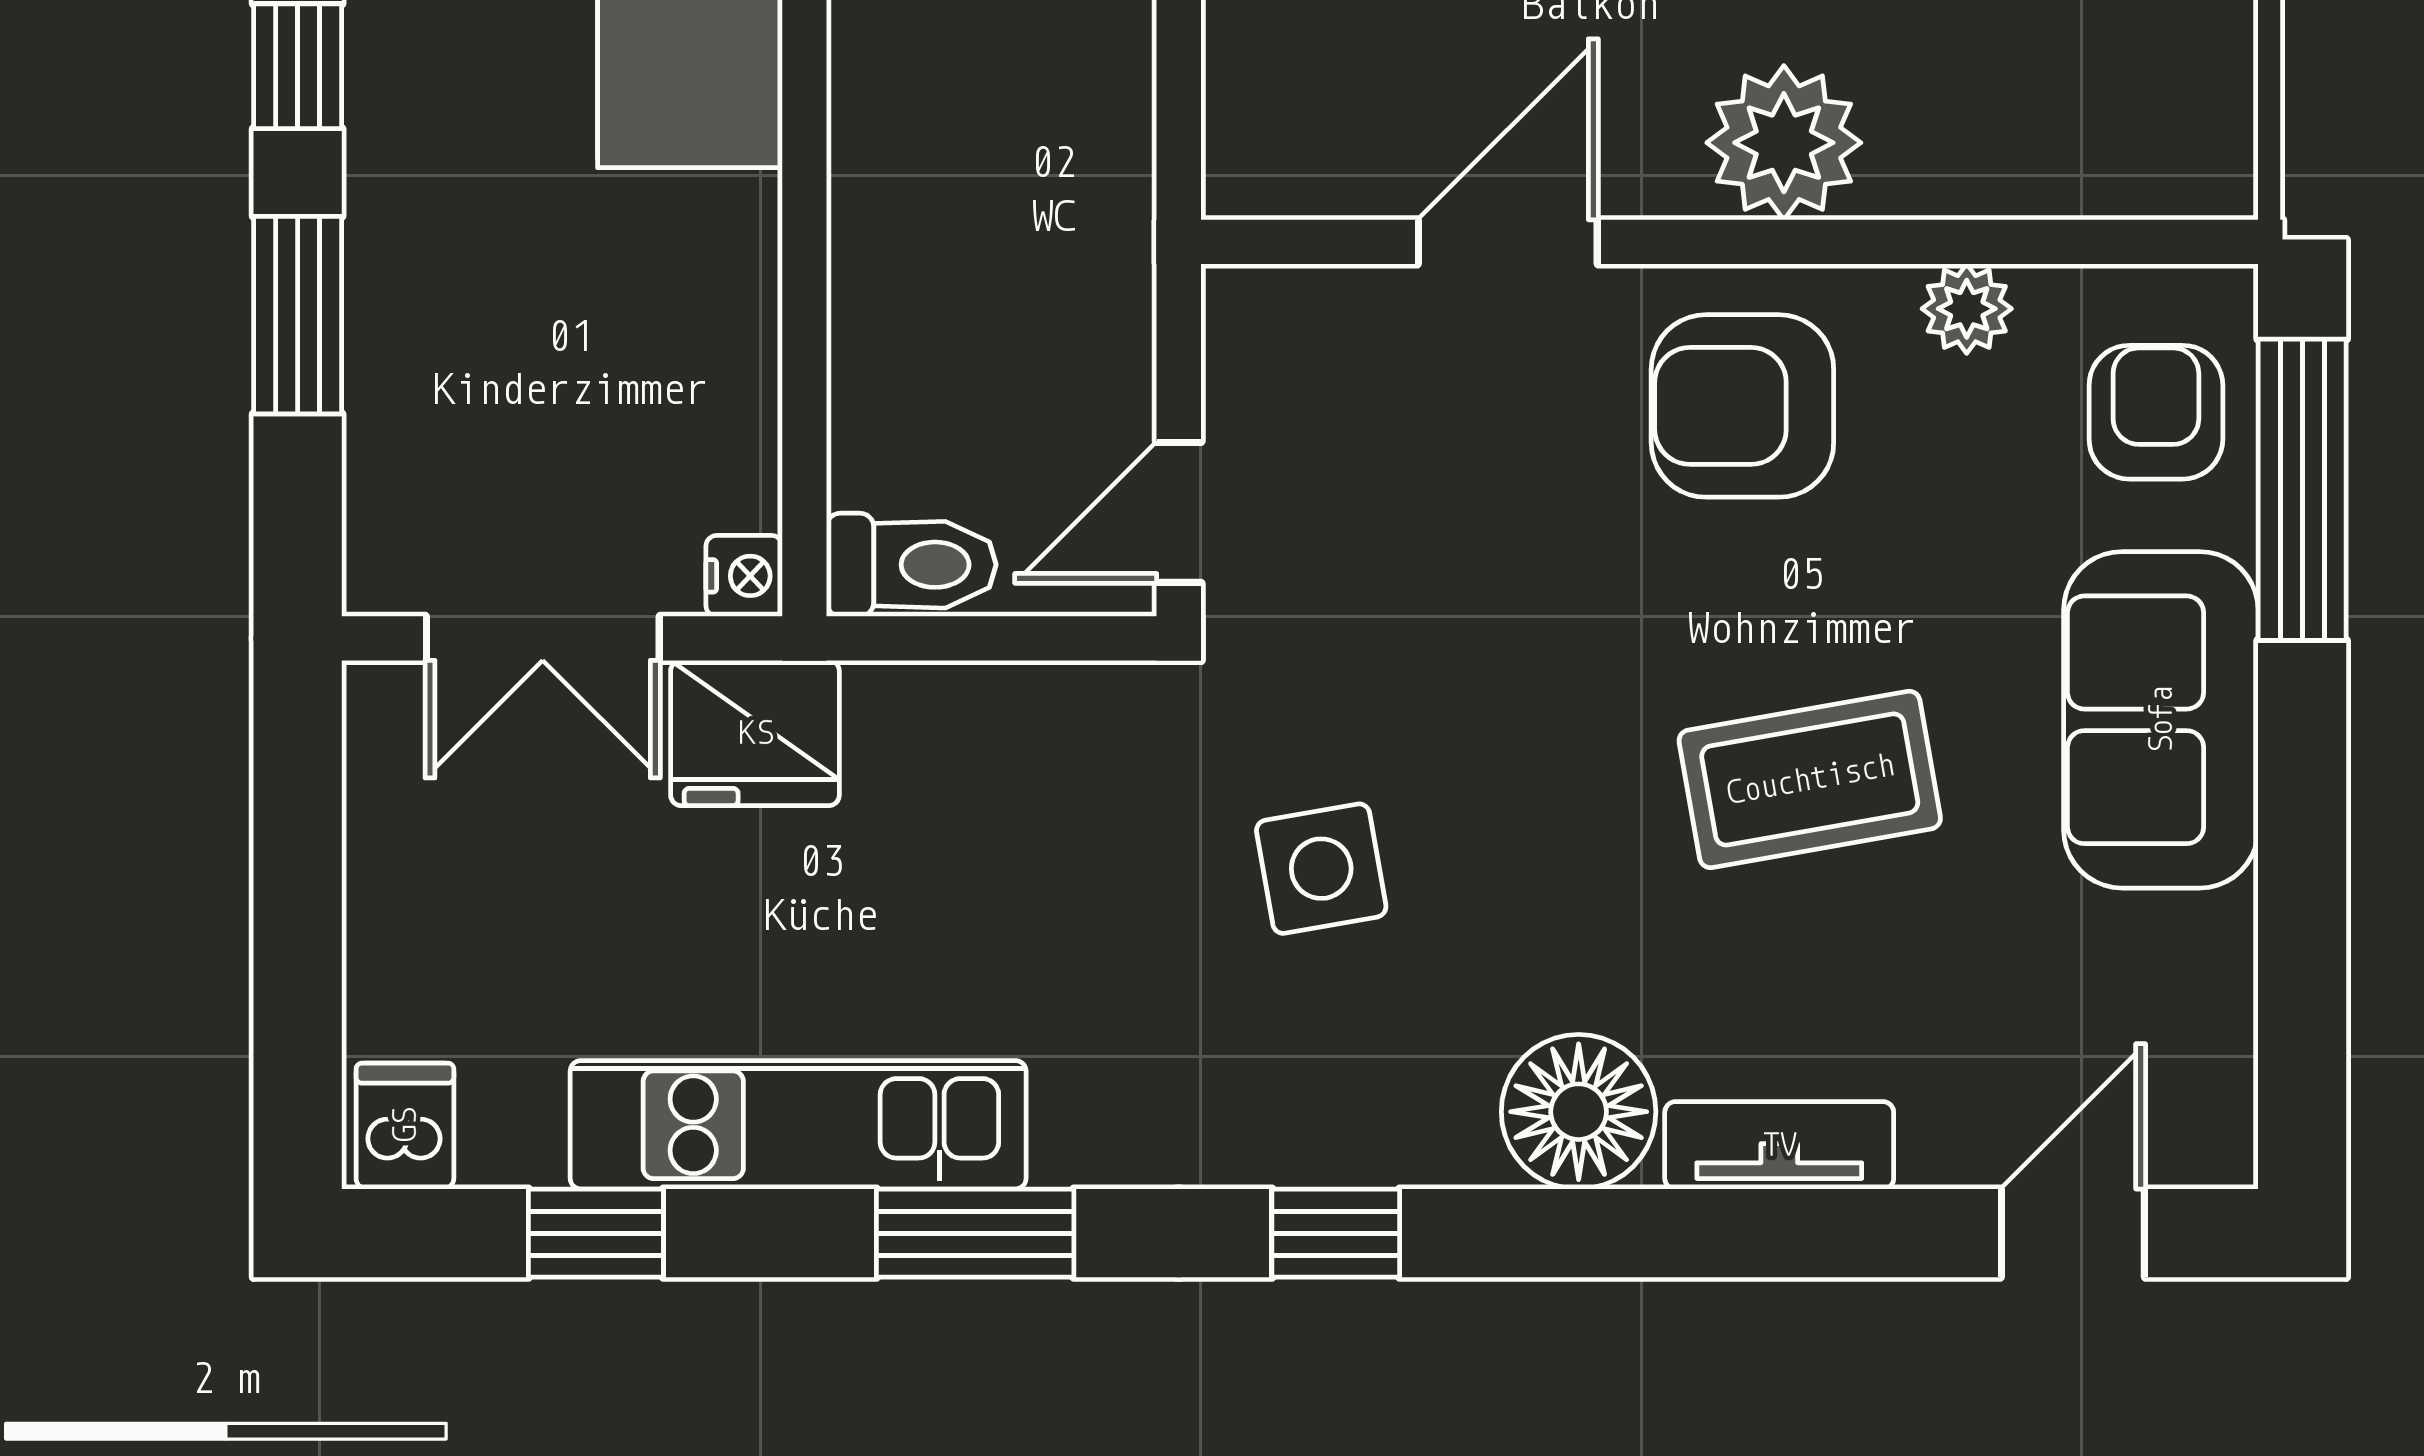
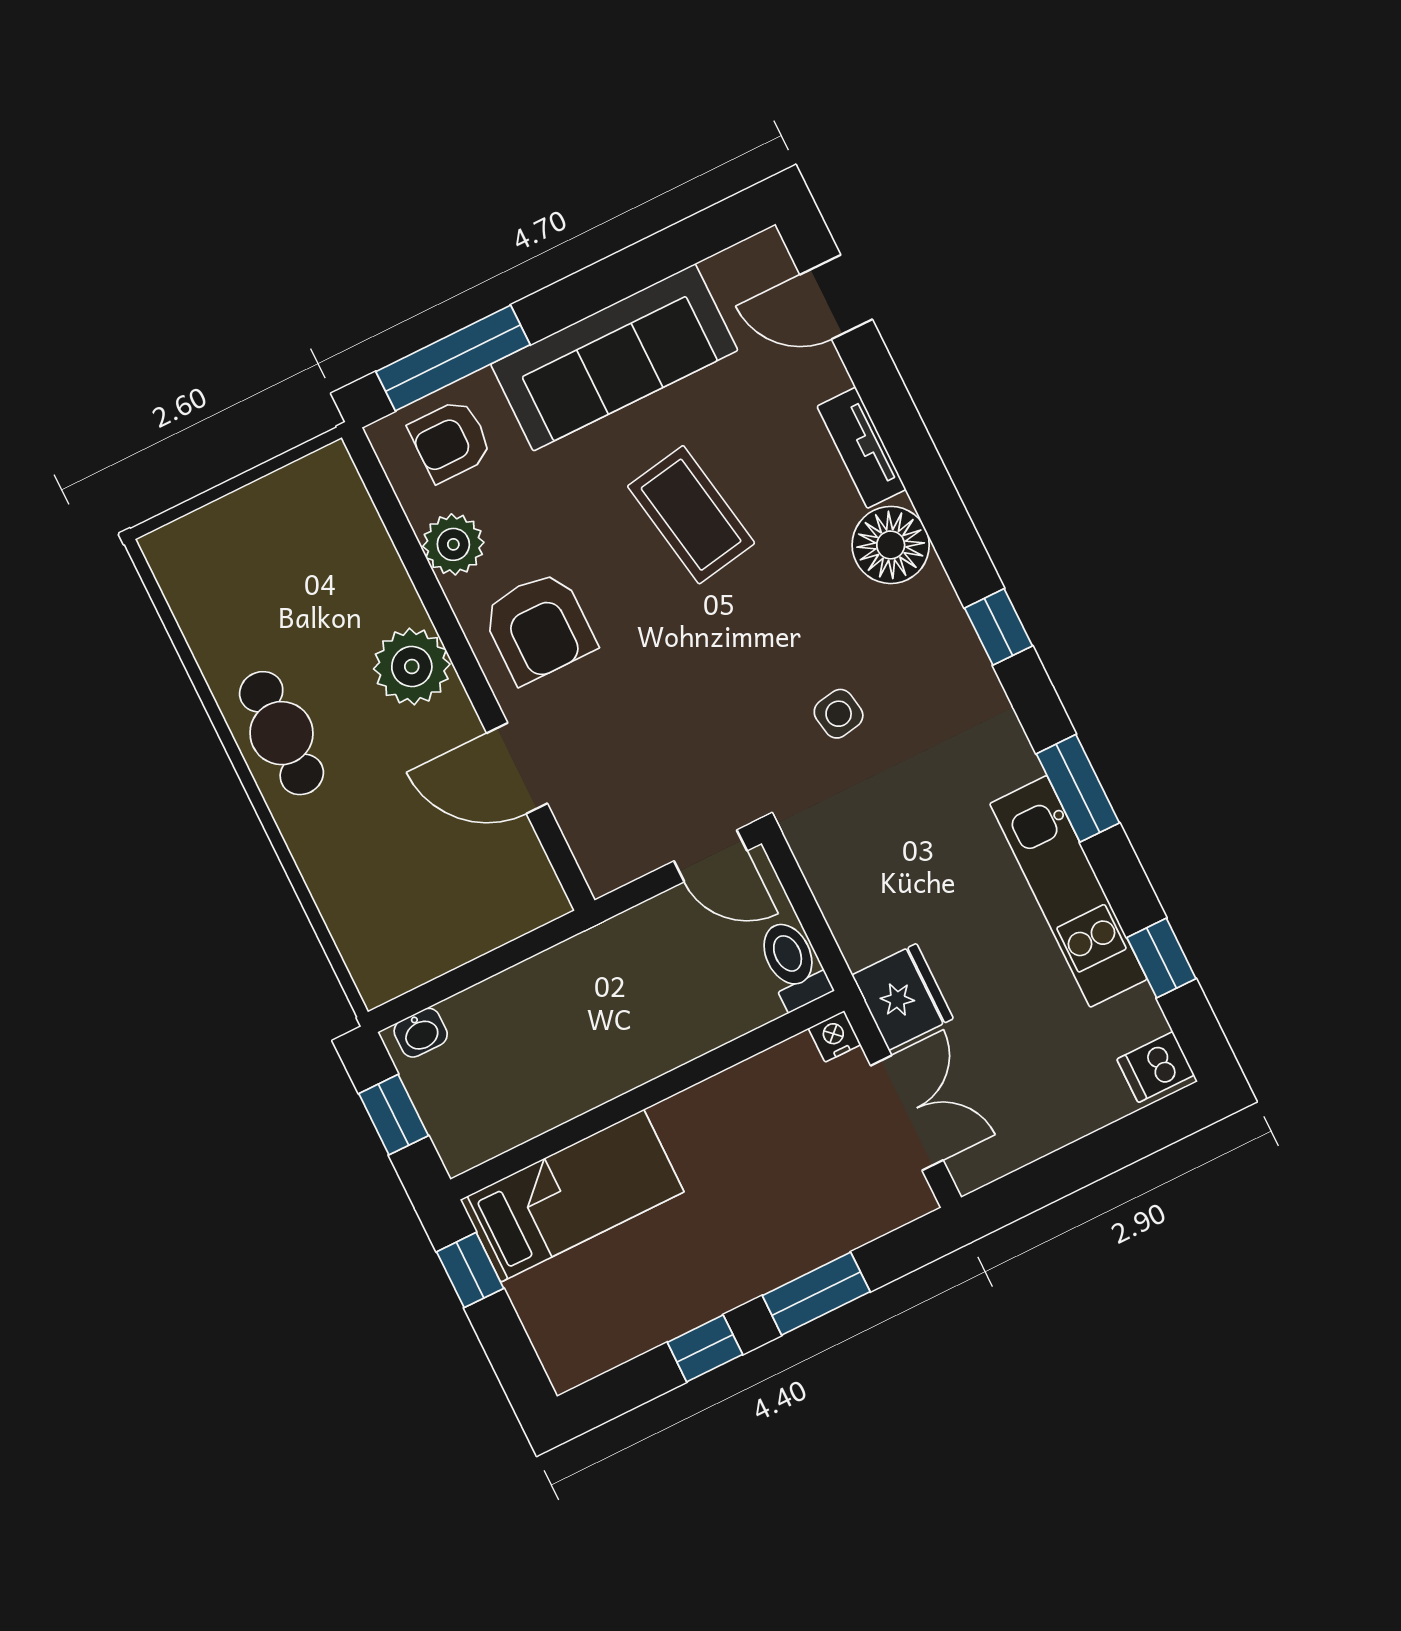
plant: (1967, 309) -> (453, 544), width x1.38, depth x1.38
sofa: (2161, 720) -> (614, 357), width x1.36
side table: (1321, 869) -> (839, 714), width x0.73, depth x0.73

